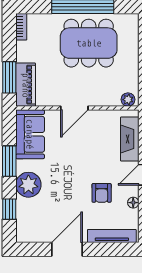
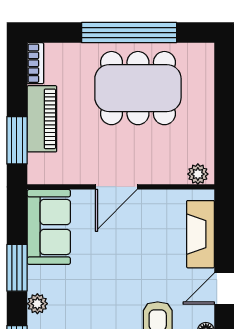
piano: (26, 85) -> (42, 119), moved
plant: (28, 185) -> (37, 304), width x0.53, depth x0.53

